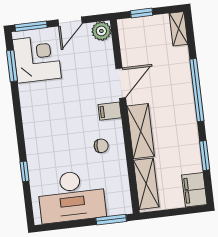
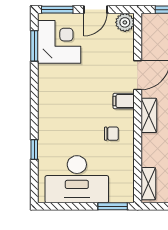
shelving: (141, 131) -> (149, 115), width x0.67, depth x0.75
shelving: (146, 184) -> (148, 184), width x0.67, depth x0.75

